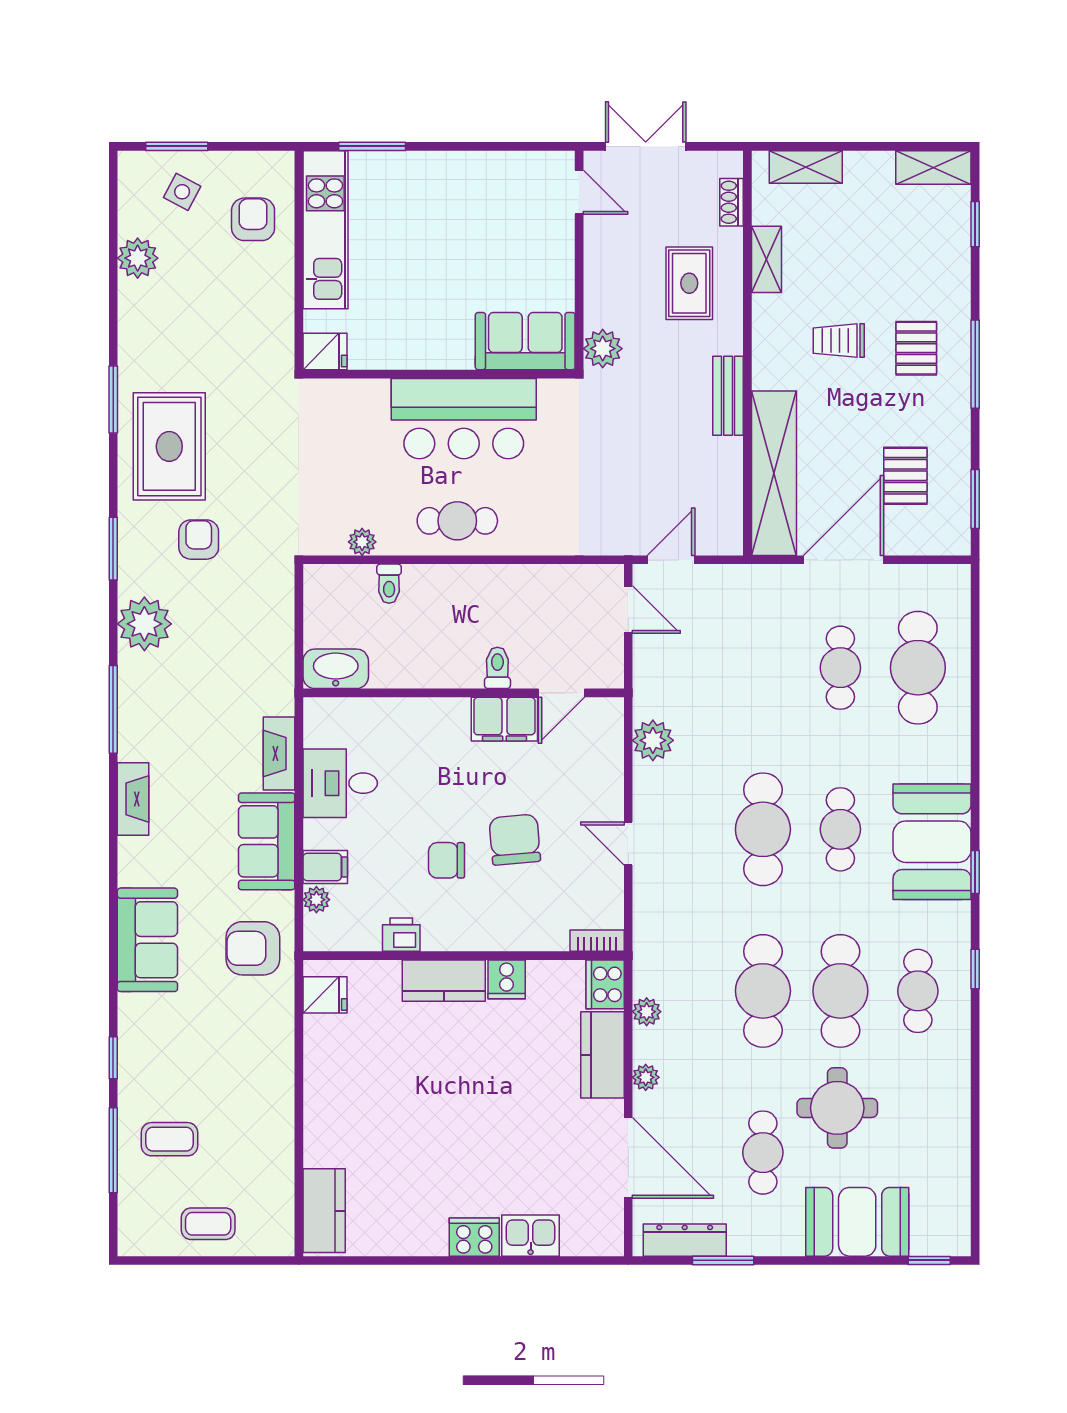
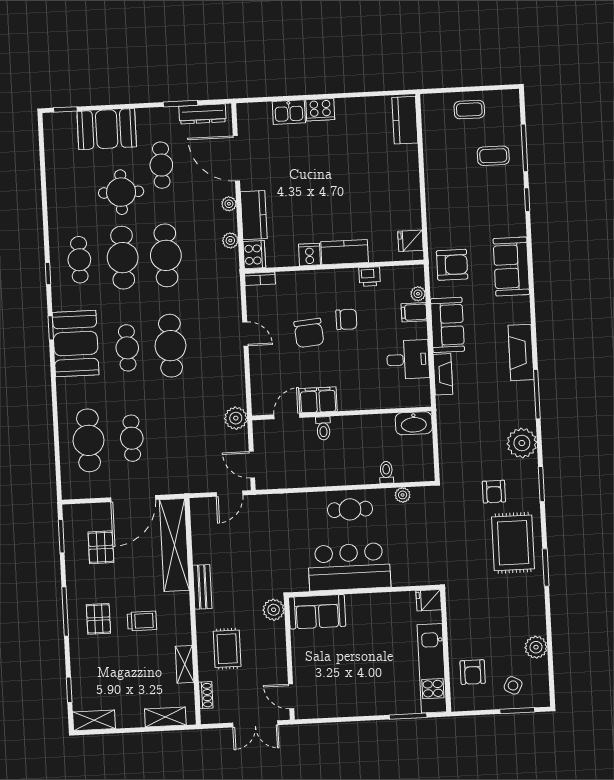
plant: (653, 740) -> (236, 418), moved
fireplace: (133, 799) -> (521, 352), width x1.37, depth x1.32

